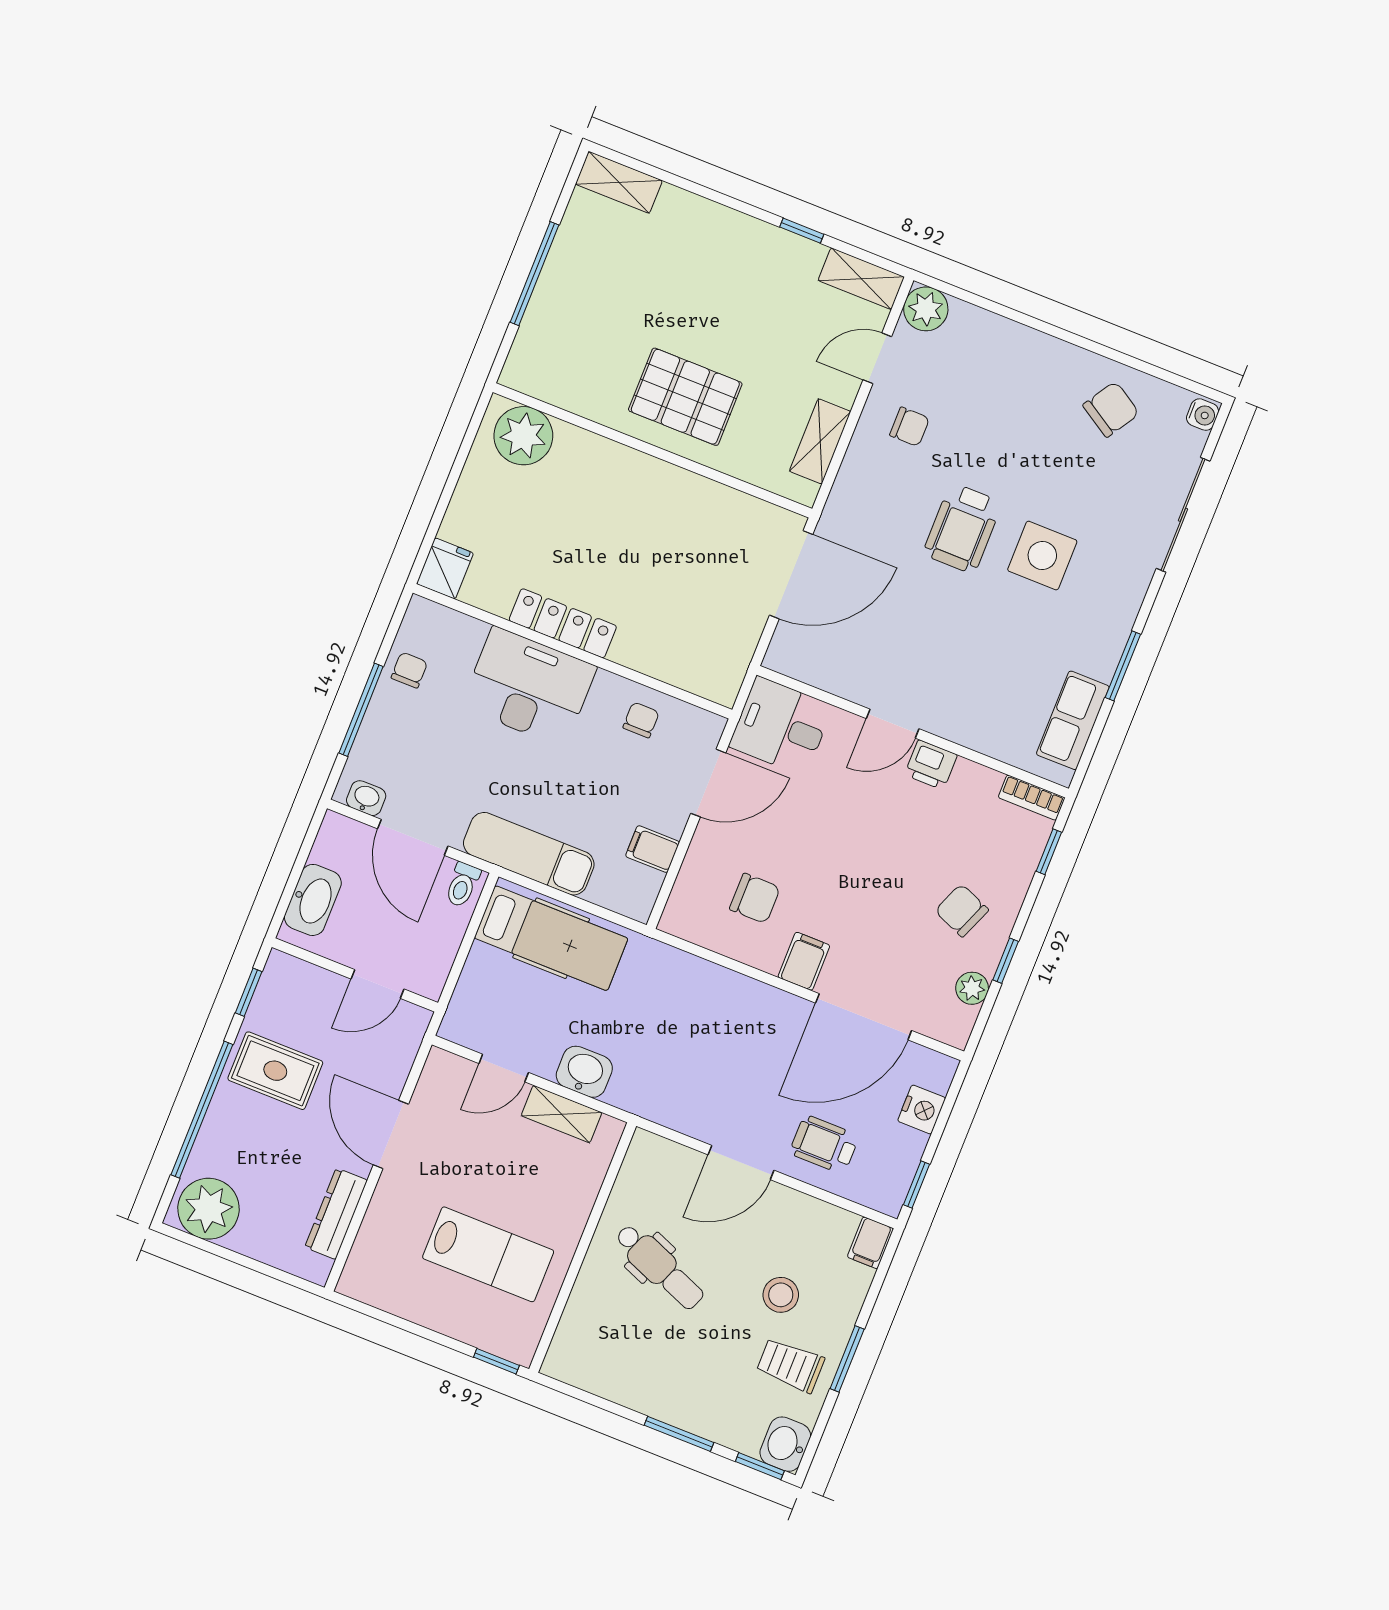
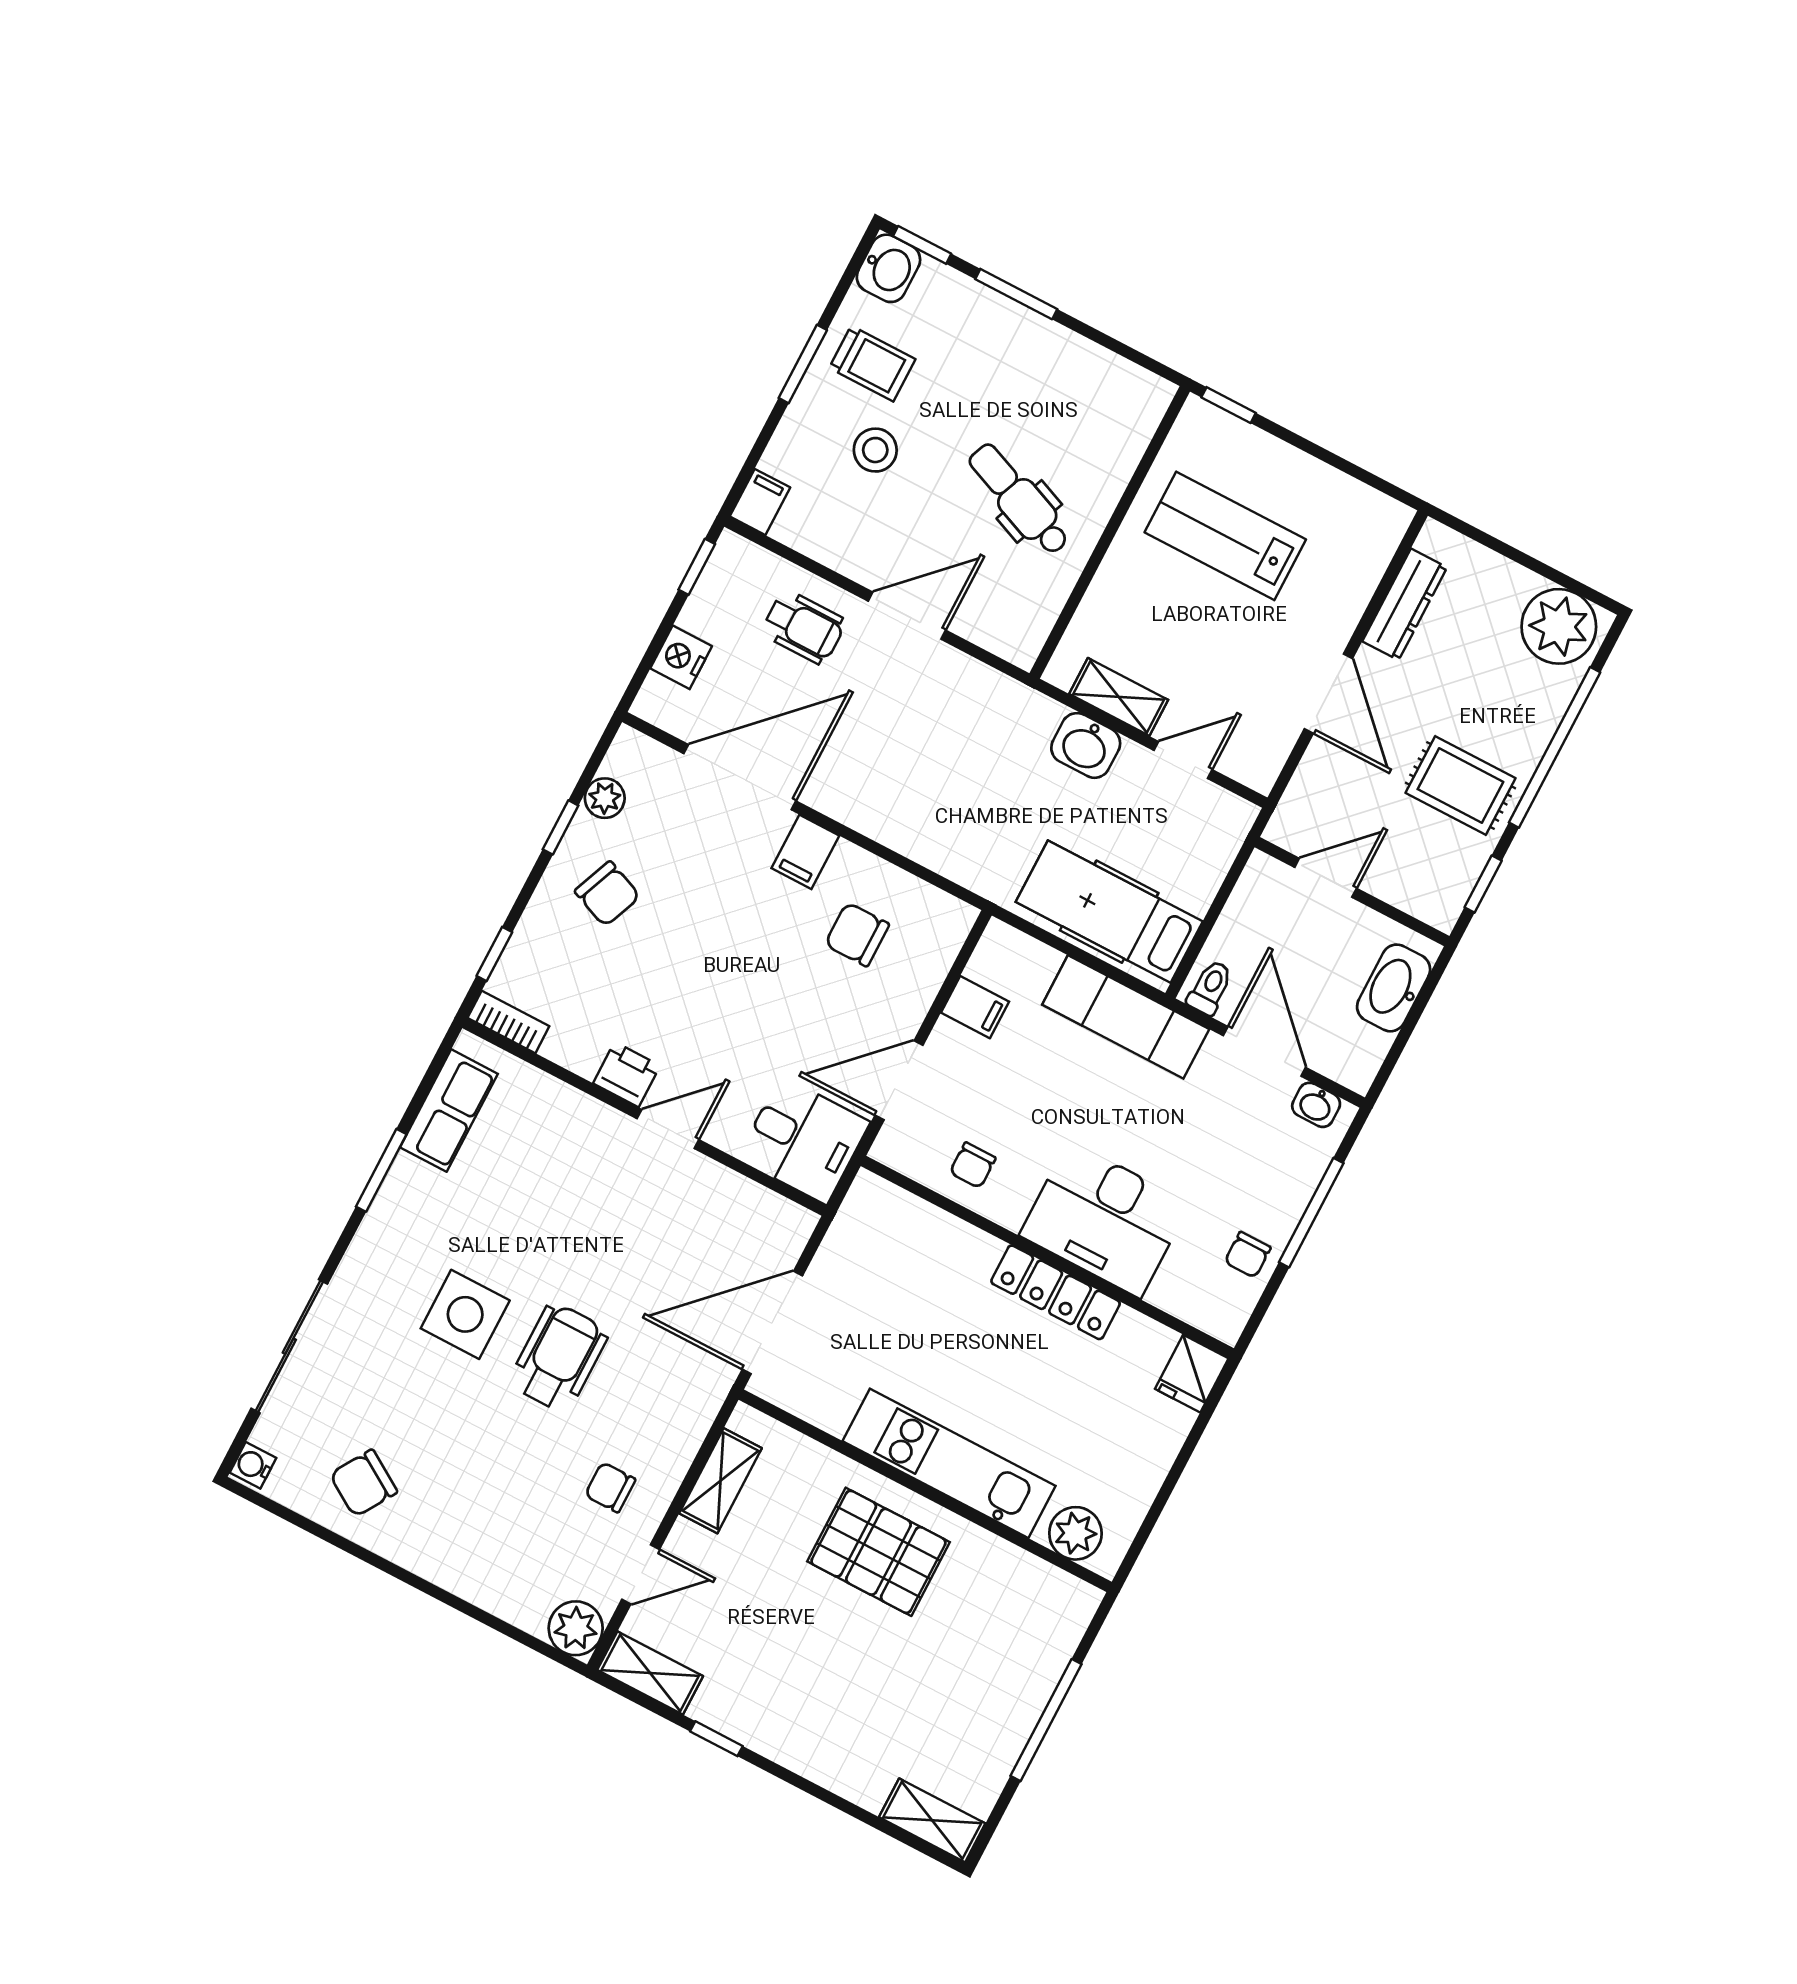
plant: (523, 436) -> (1075, 1533), width x0.73, depth x0.73
kitchen unit: (635, 475) -> (949, 1463), added

